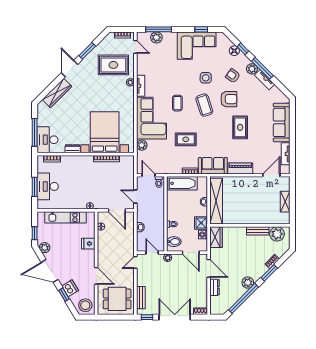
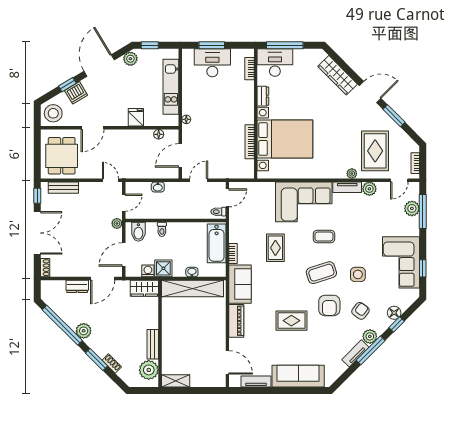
plant: (142, 145) -> (369, 189), moved
shelving: (285, 202) -> (176, 381), moved

